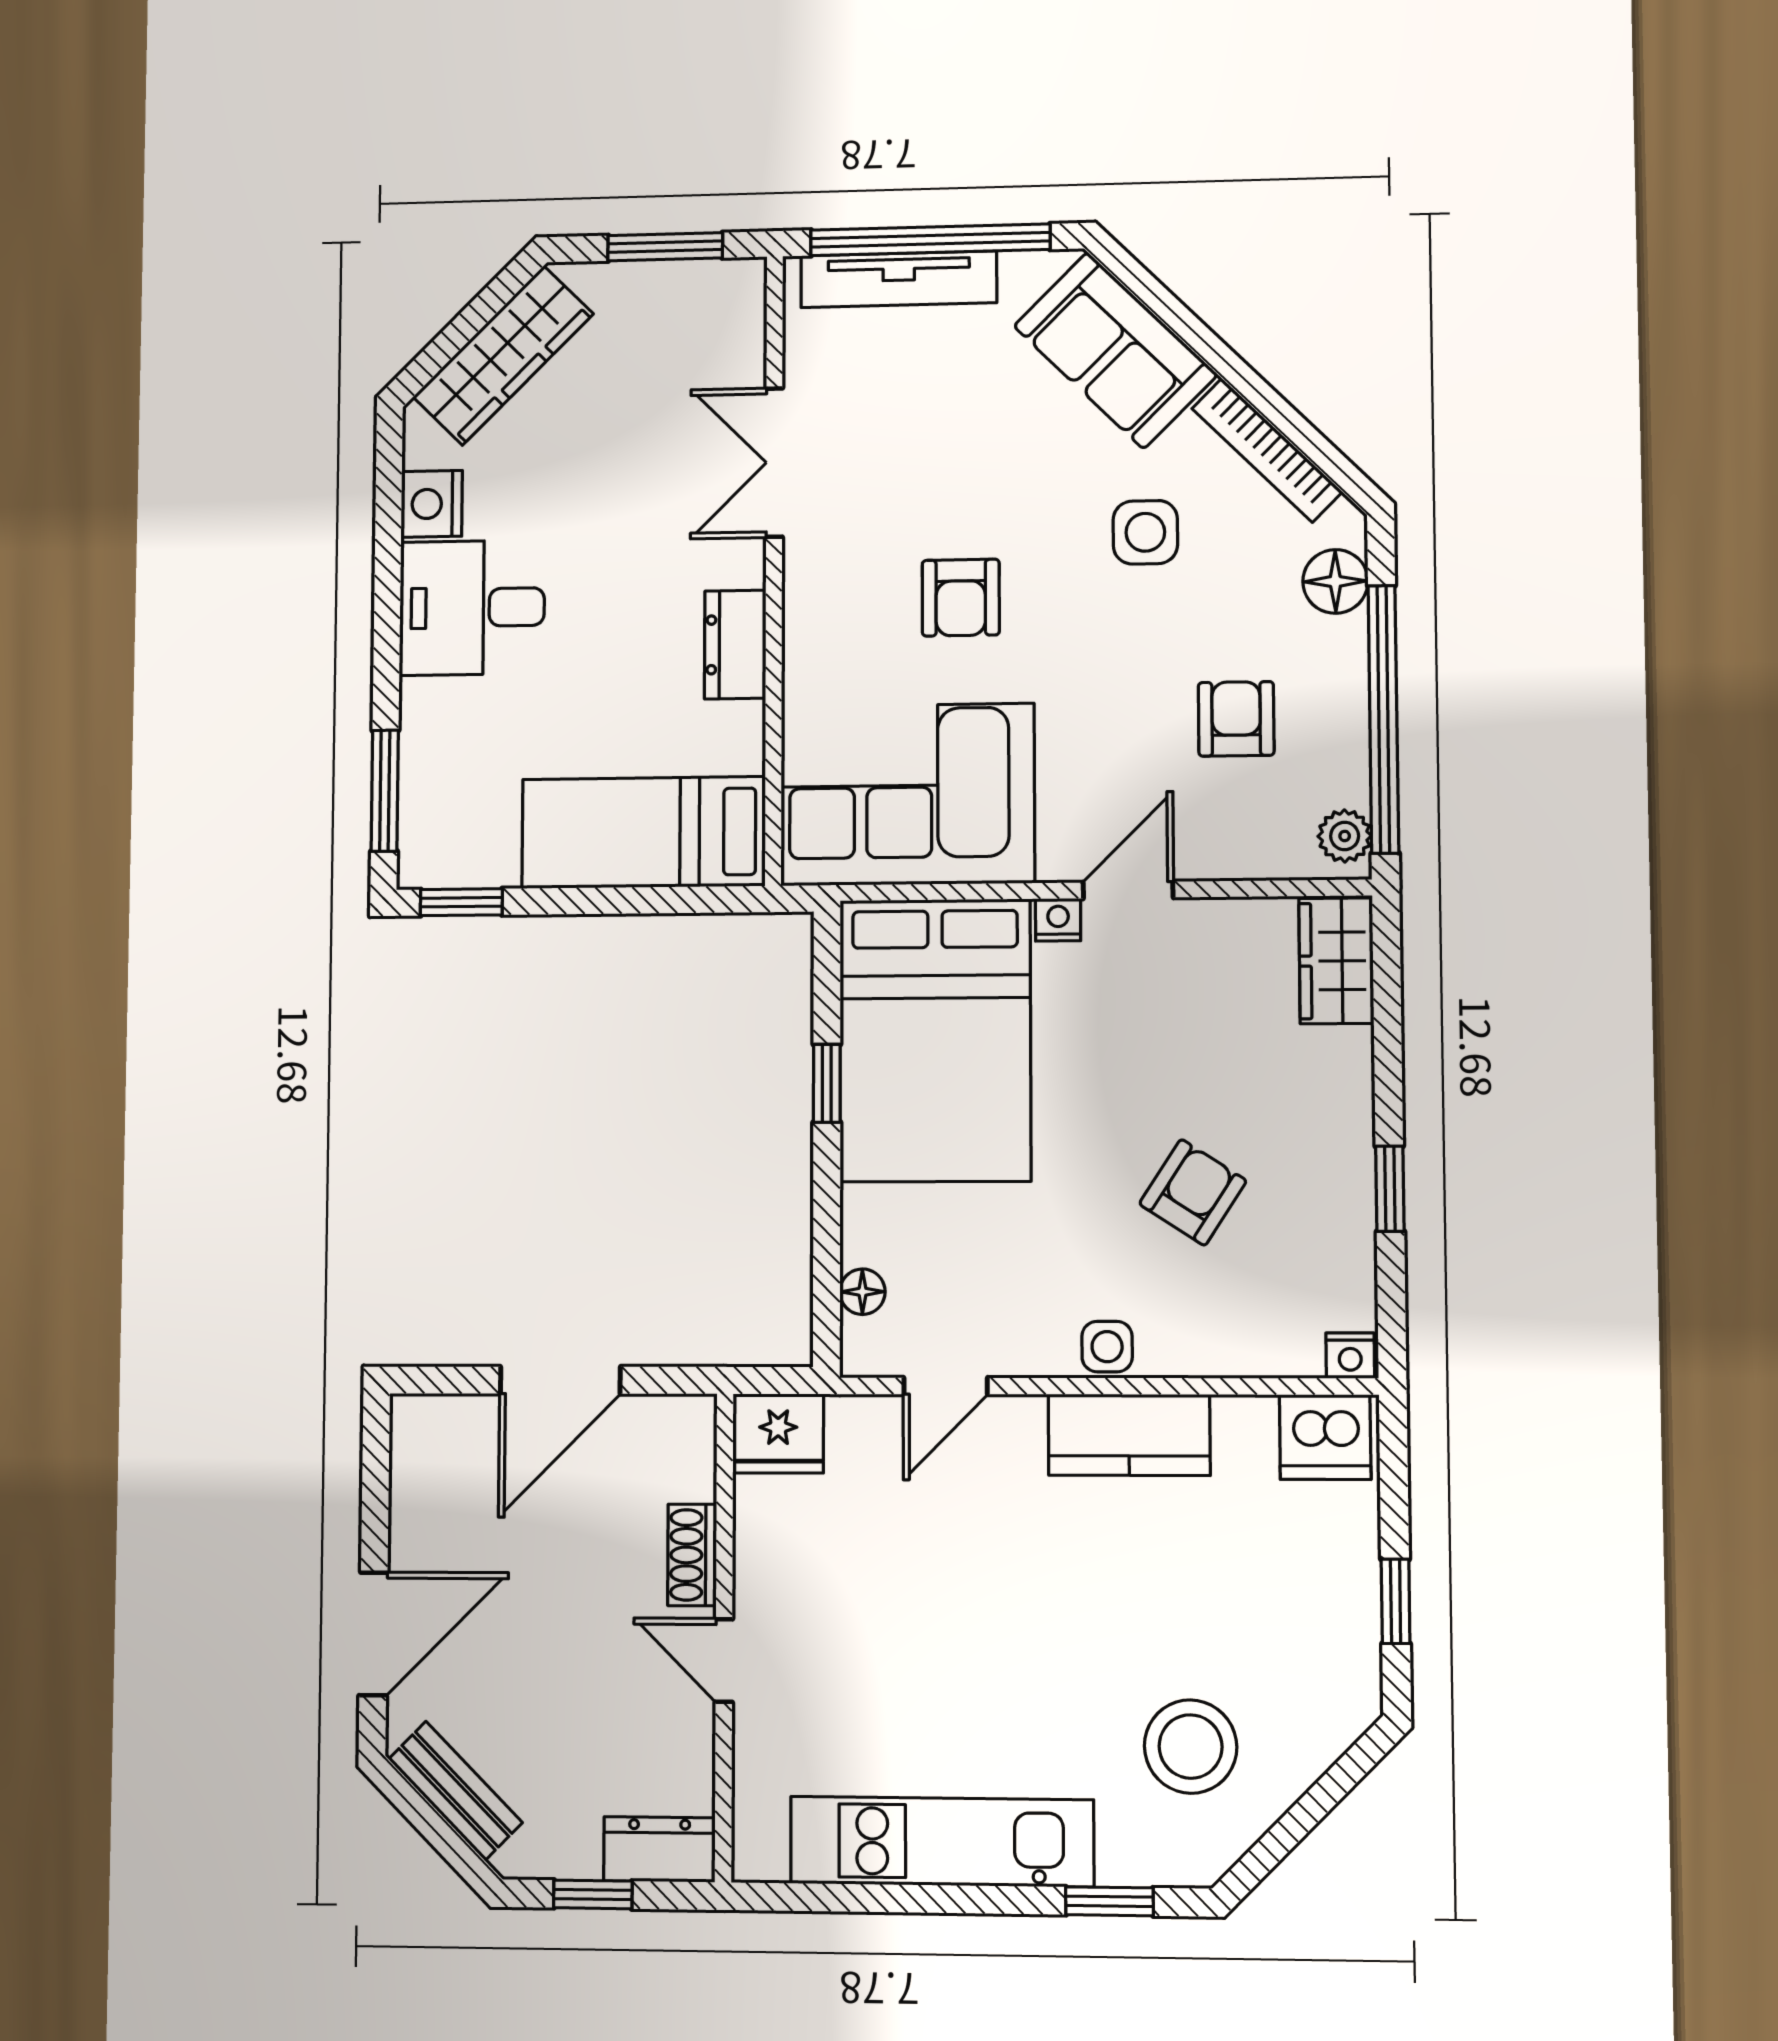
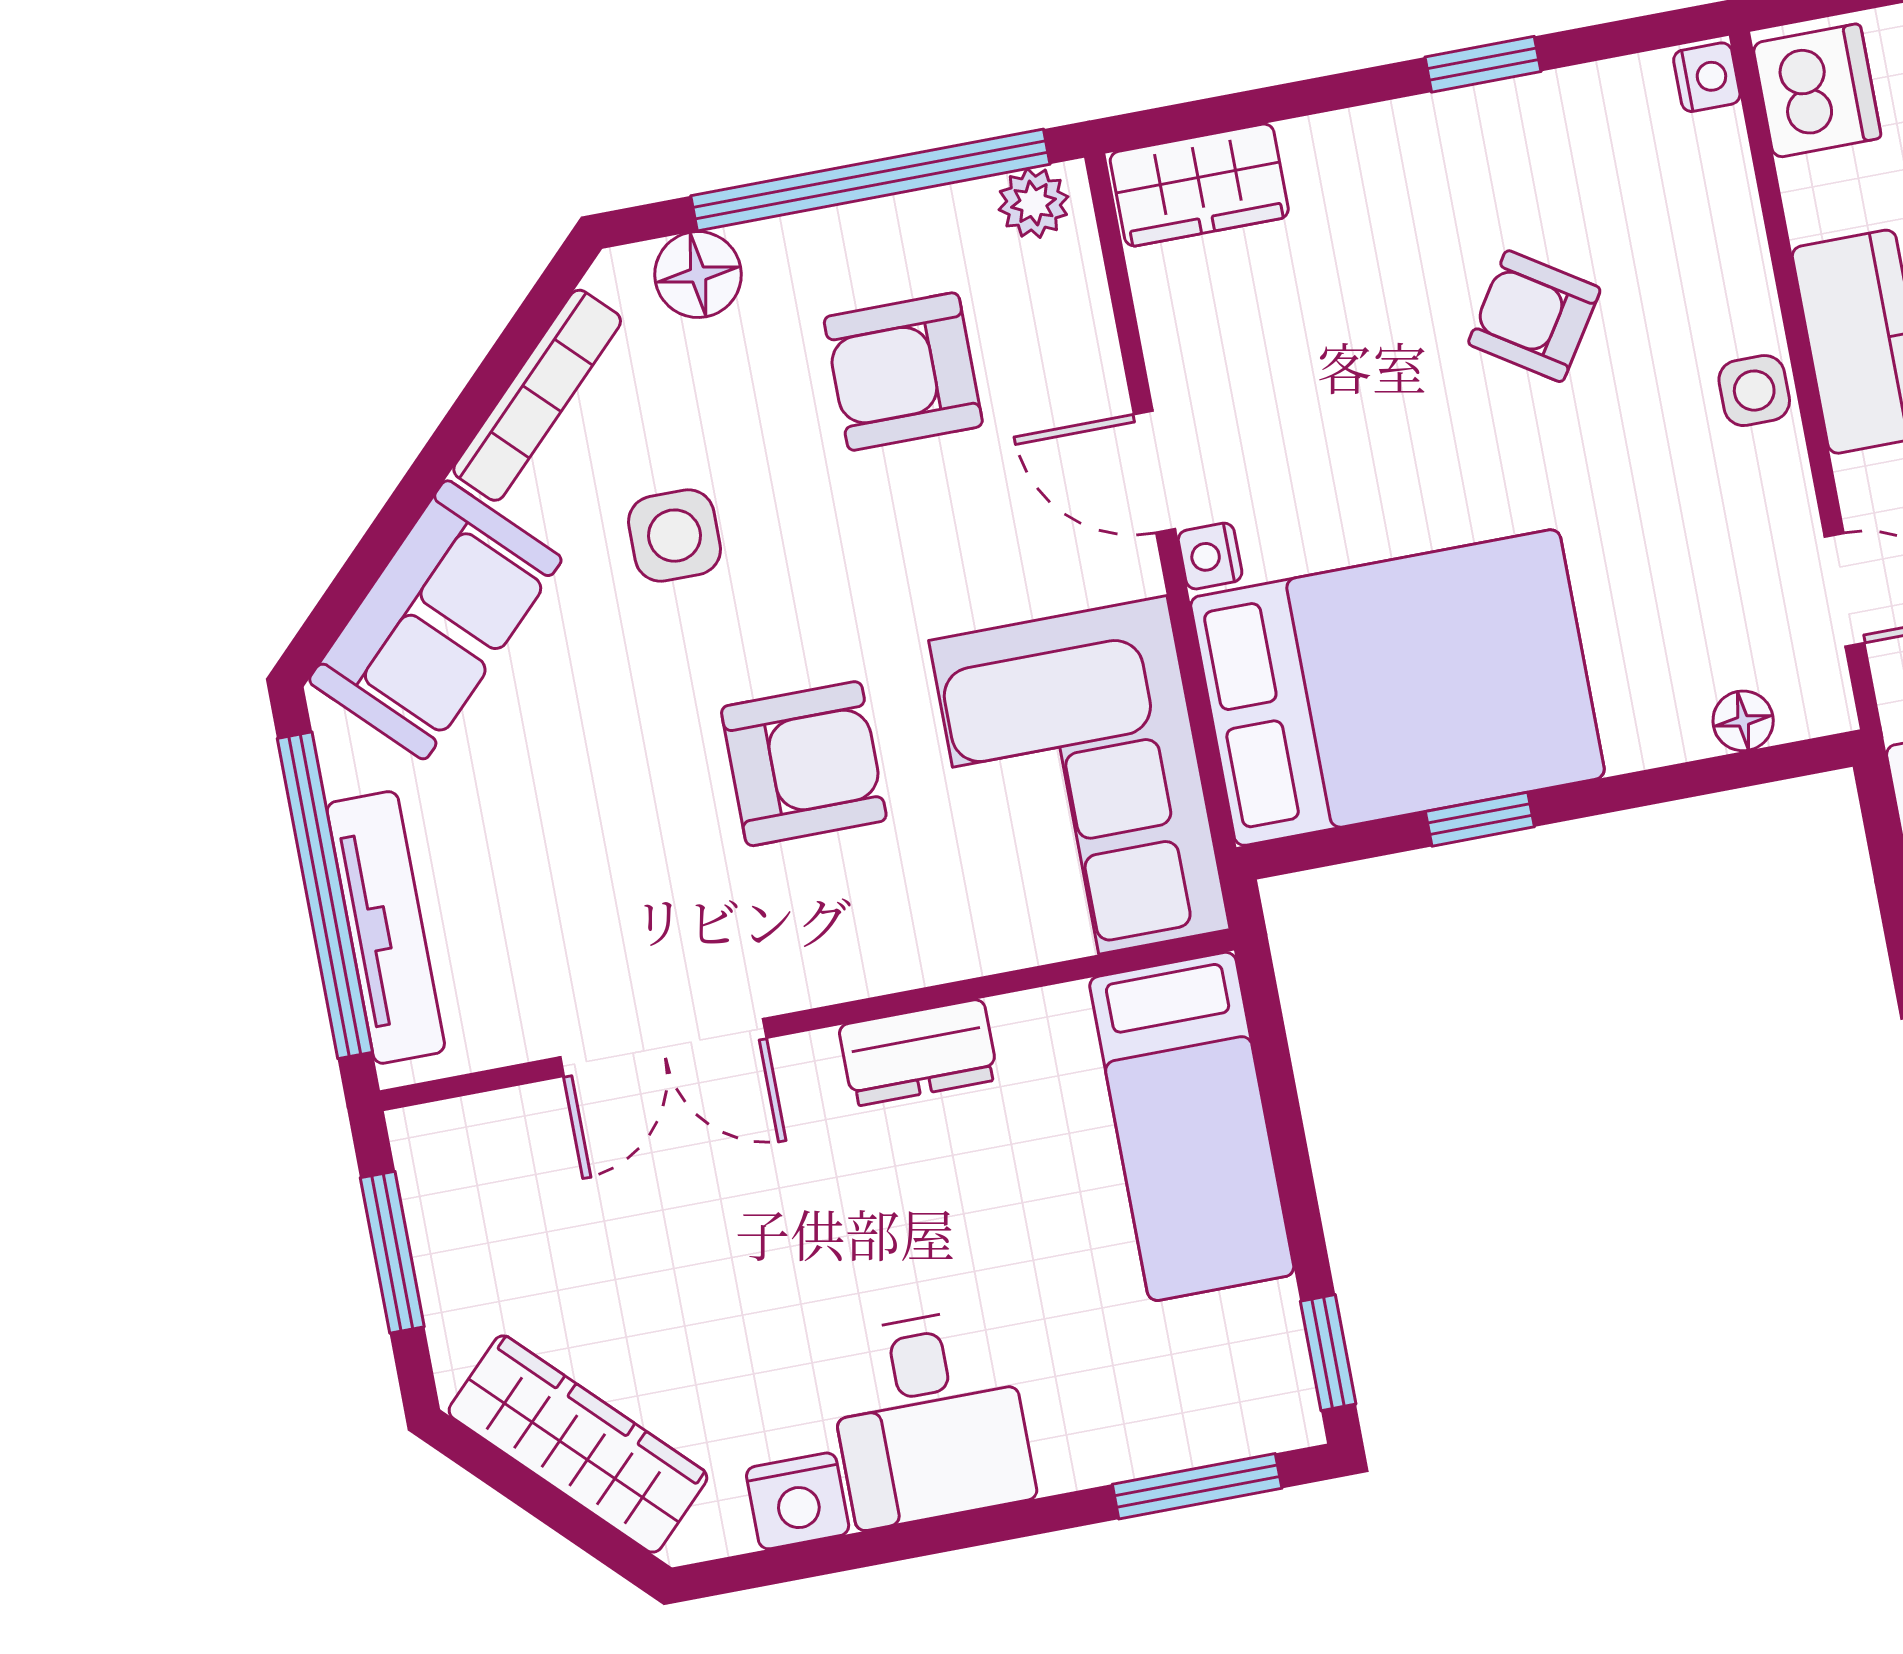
armchair: (961, 598) -> (804, 764), width x1.38, depth x1.38
armchair: (1236, 719) -> (903, 372), width x1.38, depth x1.38

